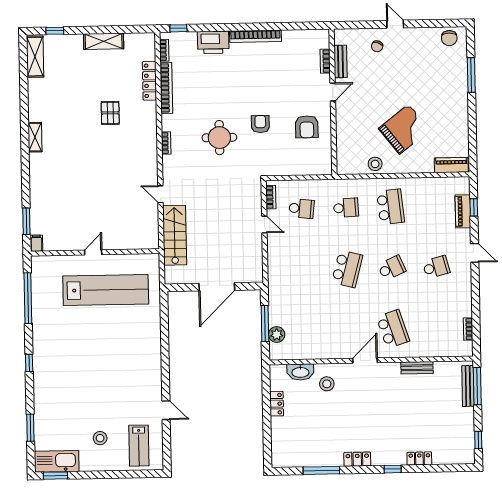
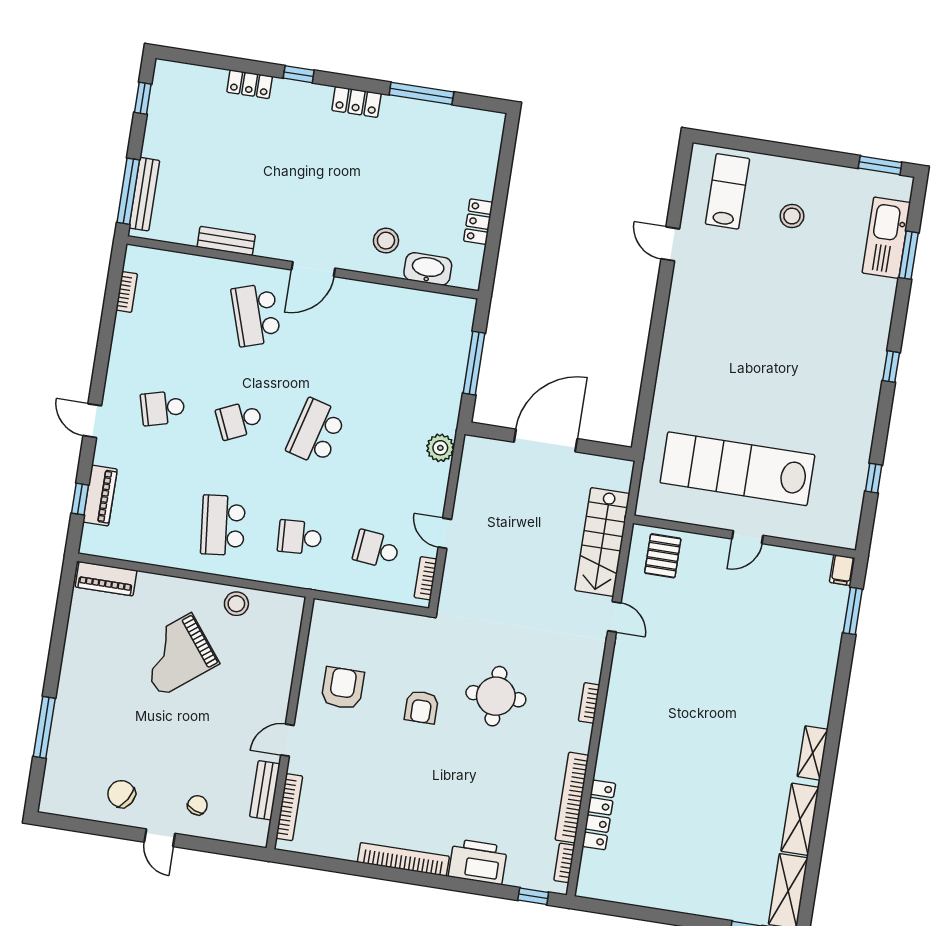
chair: (449, 38) -> (121, 794), moved, turned -58
shelving: (104, 41) -> (800, 819), moved, turned 90
bookcase: (325, 61) -> (289, 807), width x1.56
pallet: (110, 113) -> (663, 556), moved
window: (28, 298) -> (874, 478), width x0.32
plant: (277, 335) -> (440, 448), moved
kitchen sink: (57, 461) -> (886, 238), moved, turned 90

